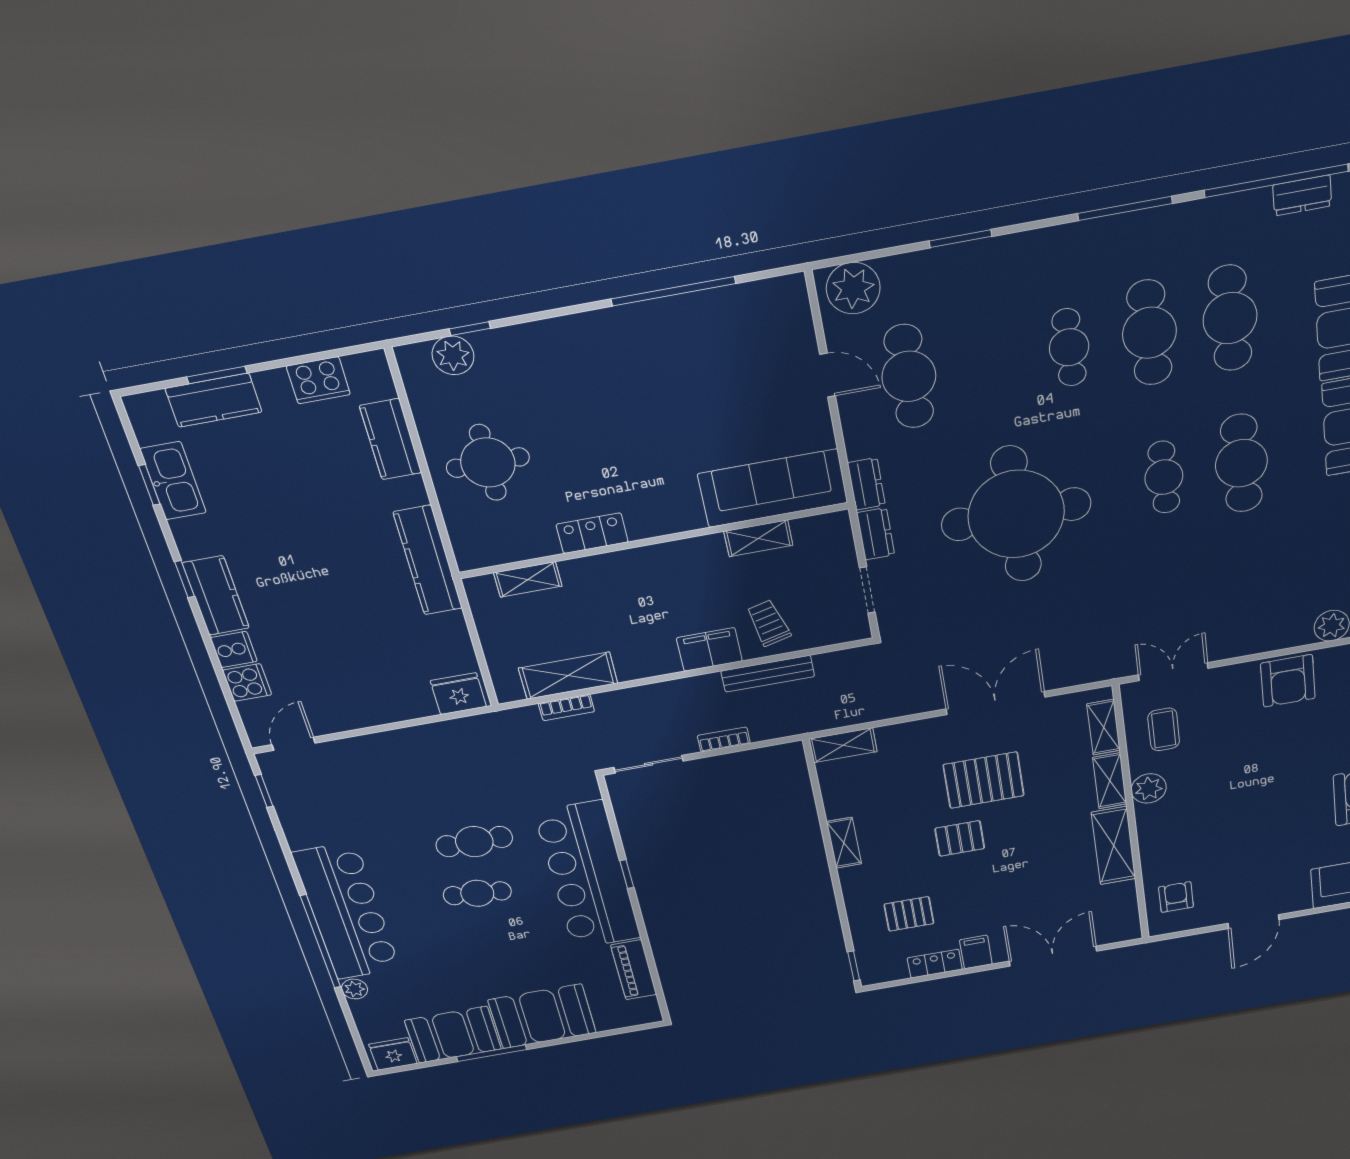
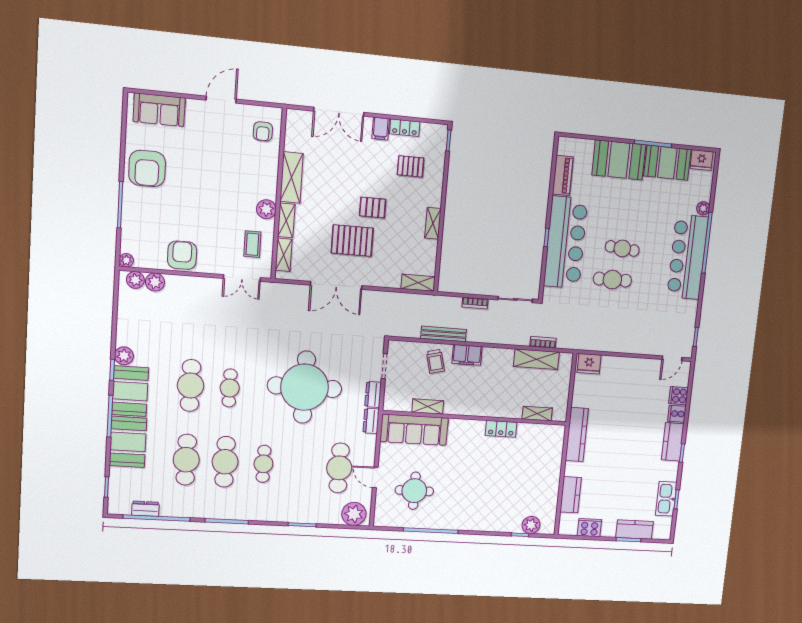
round table: (488, 463) -> (414, 491), moved

